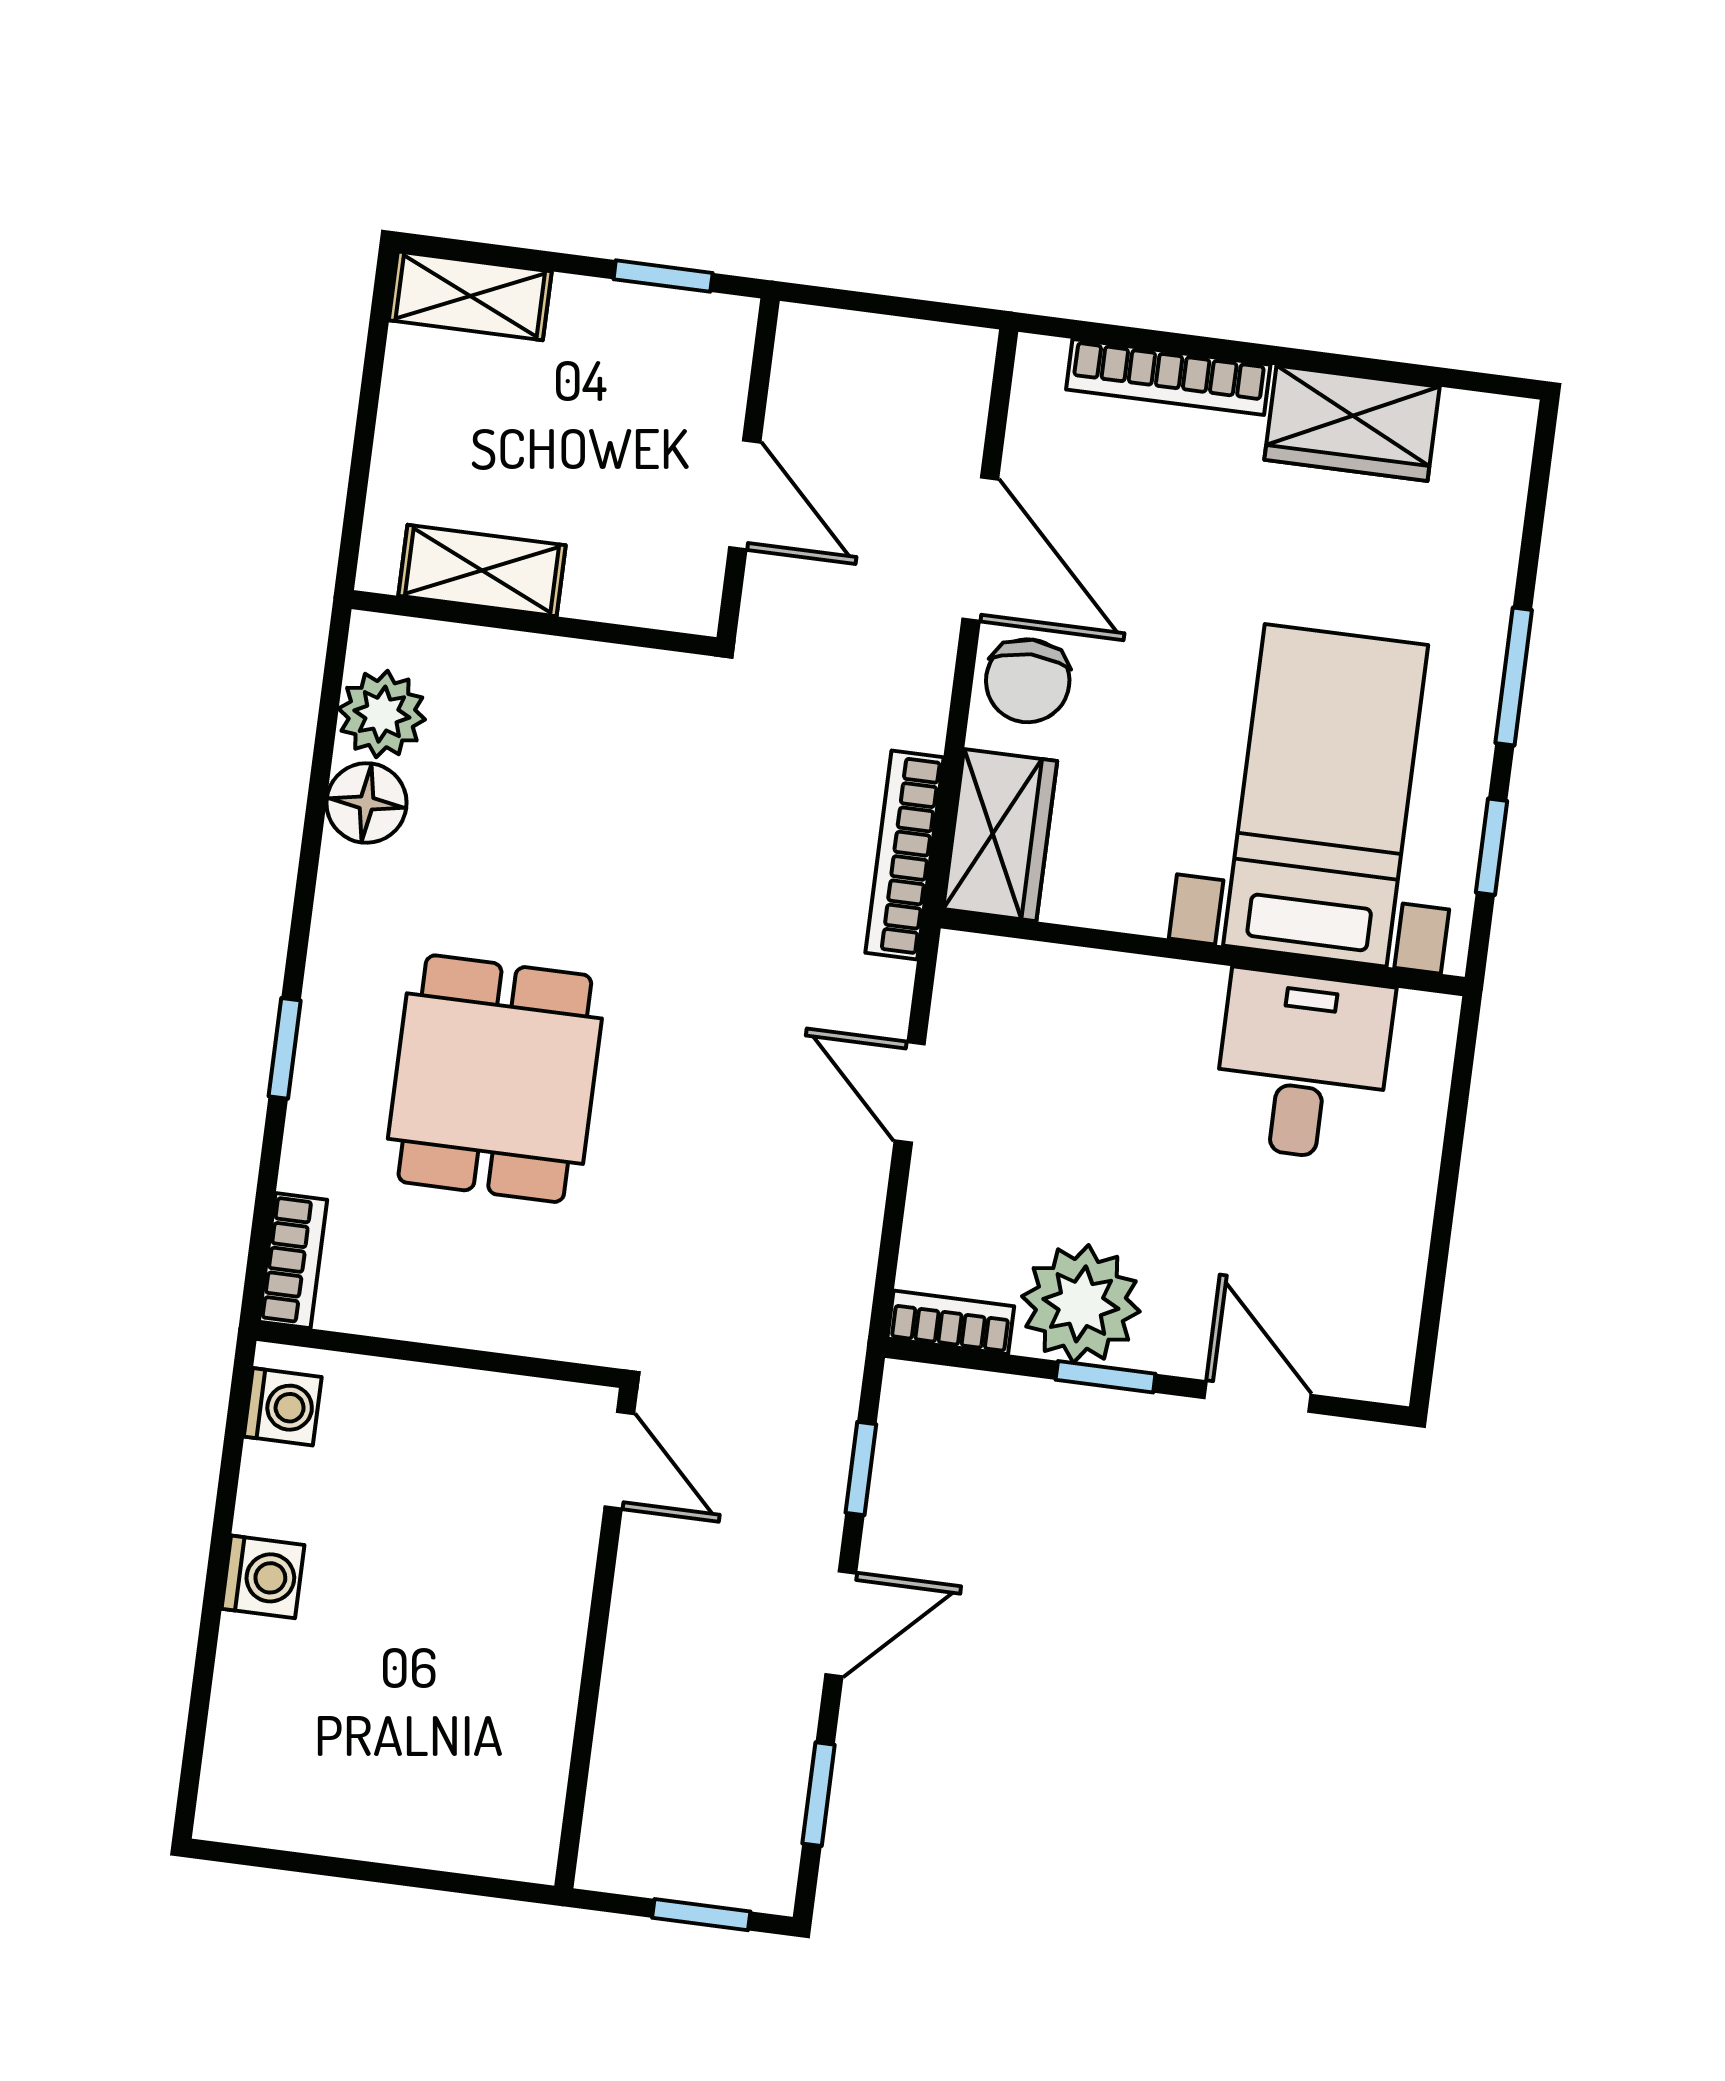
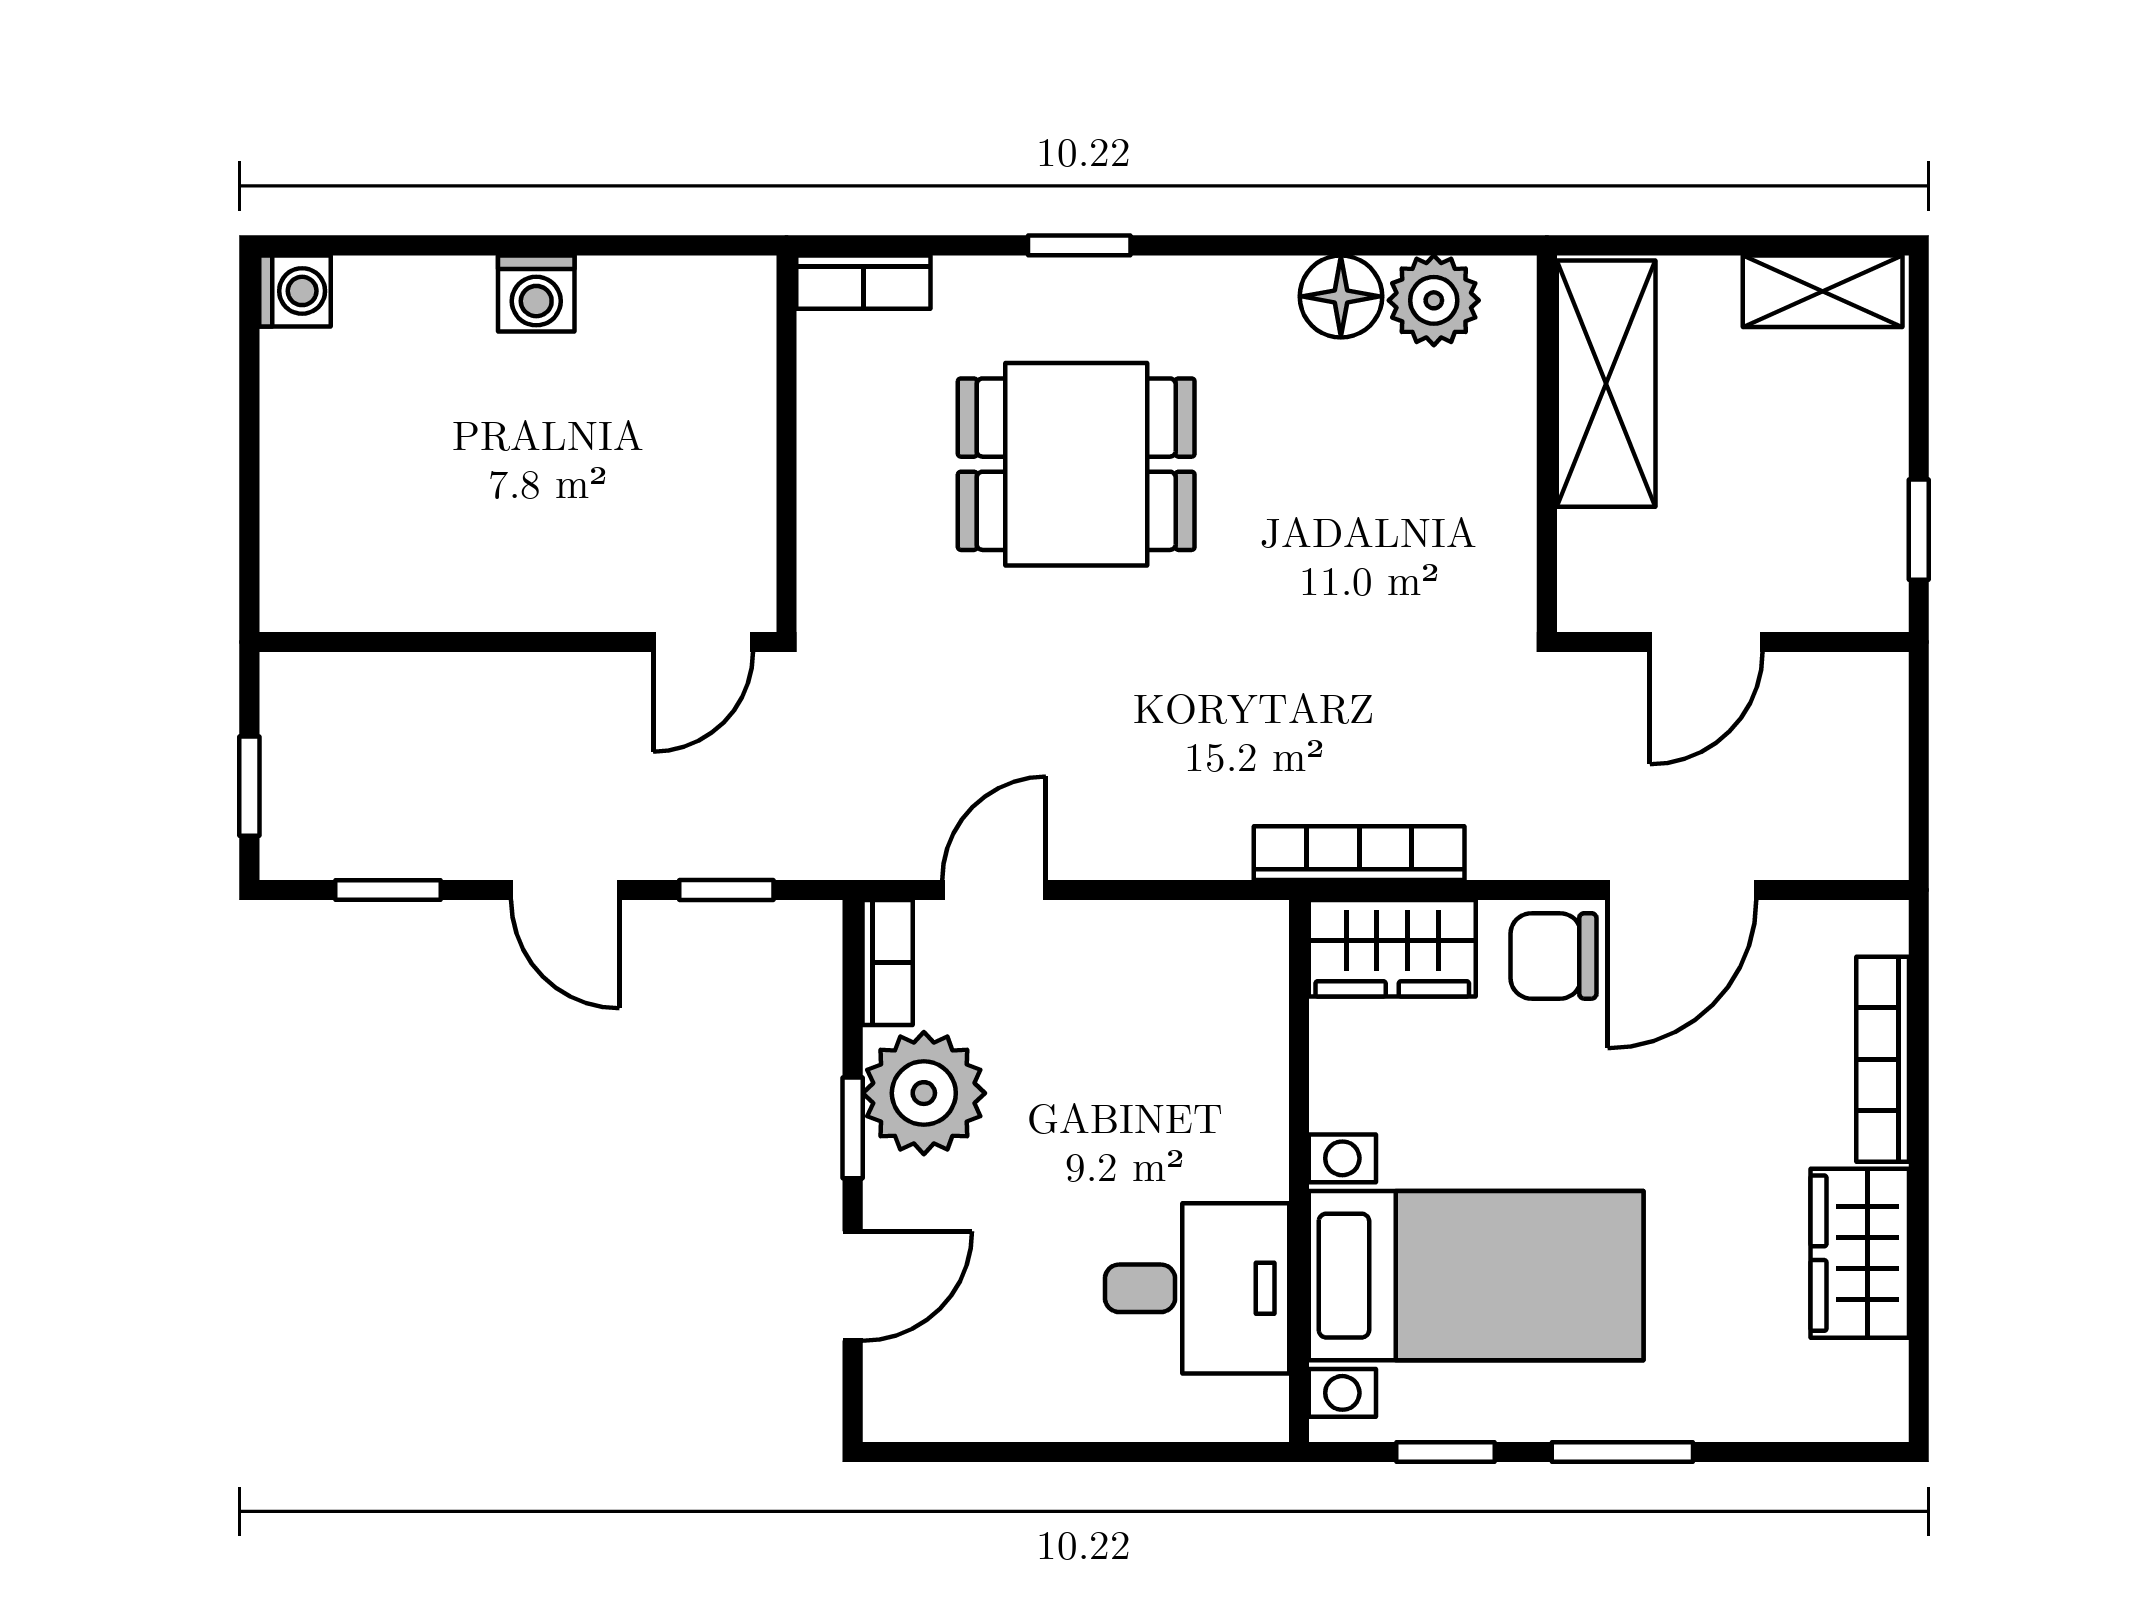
shelving: (470, 296) -> (1823, 291), moved, turned 90
shelving: (482, 571) -> (1606, 384), width x1.50, depth x1.33
door: (910, 1093) -> (994, 890), moved
washing machine: (283, 1407) -> (295, 291), moved, turned -90

